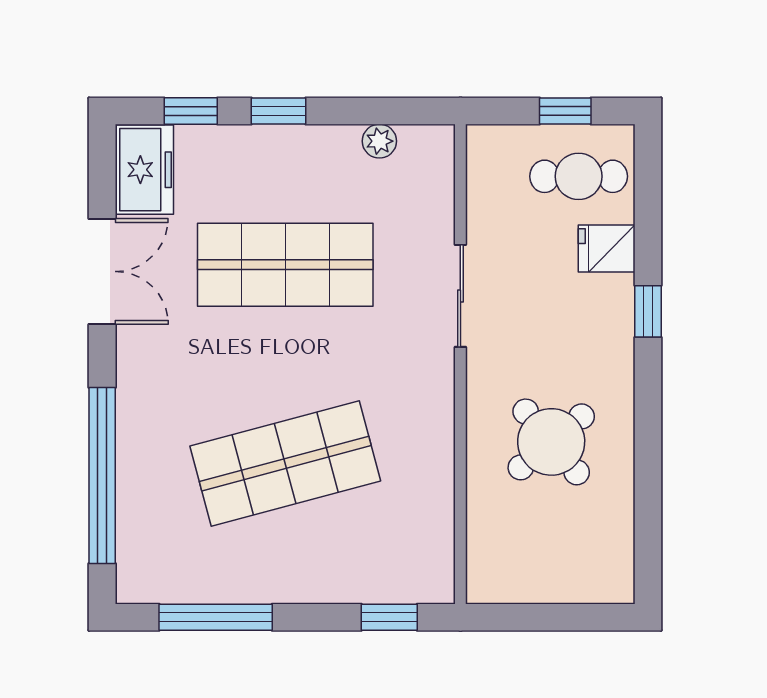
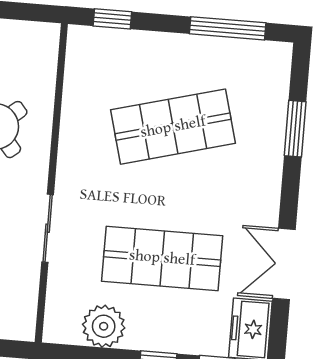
plant: (379, 141) -> (104, 326), width x1.87, depth x1.87
window: (102, 475) -> (295, 129), width x0.47

